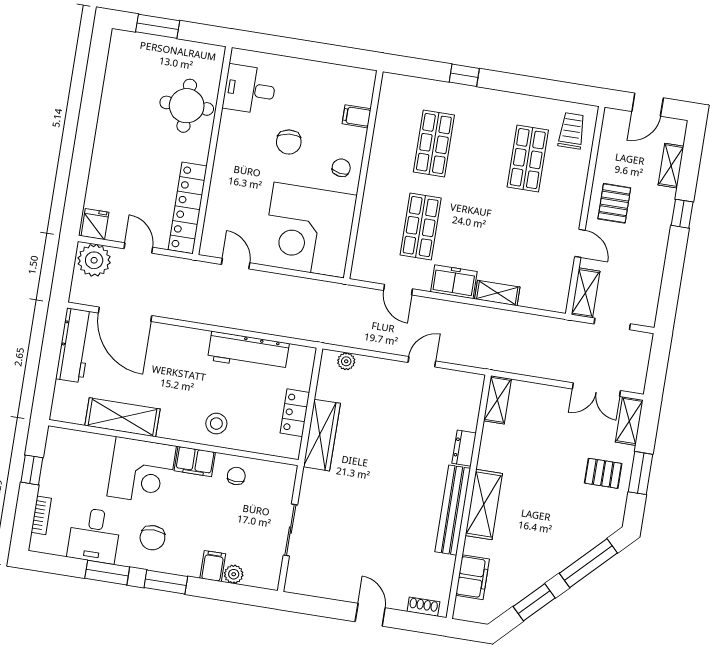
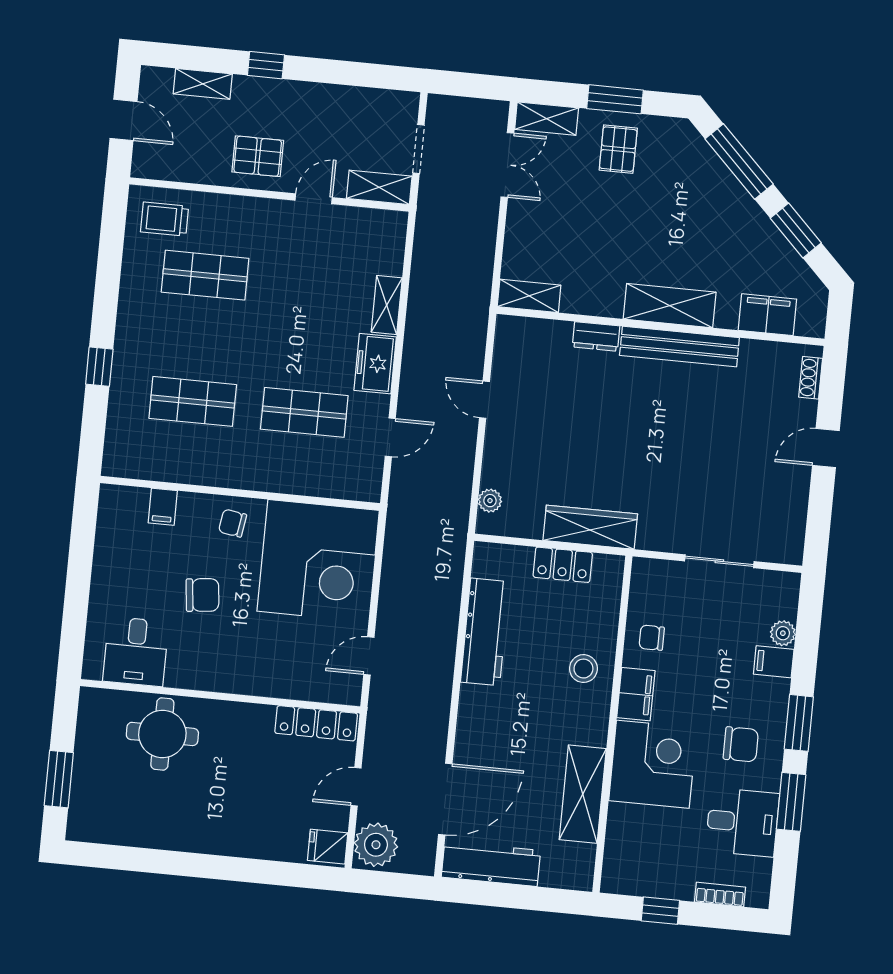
locker: (188, 208) -> (316, 723), width x0.71, depth x0.83

